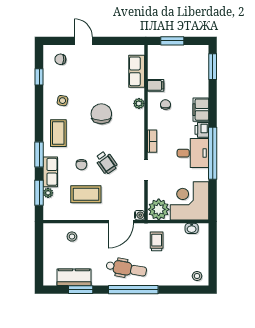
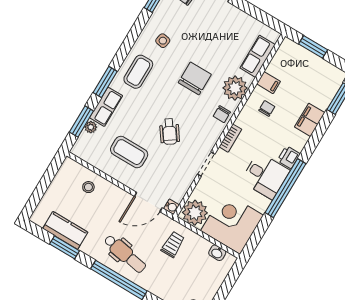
plant: (139, 103) -> (235, 88), width x1.88, depth x1.88
filing cabinet: (201, 110) -> (310, 120), moved
chair: (81, 165) -> (222, 114), moved

